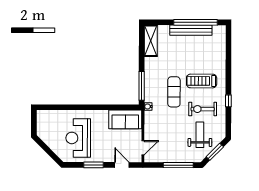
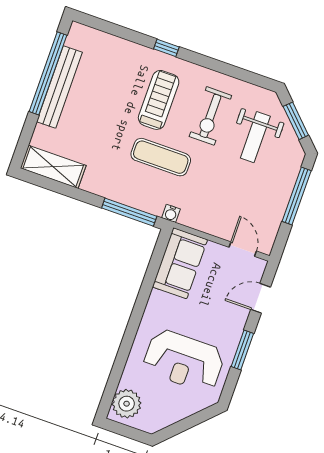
treadmill: (202, 81) -> (159, 100), turned 180
window: (228, 101) -> (166, 48), moved
plant: (47, 117) -> (127, 404), added
weight bench: (200, 135) -> (255, 137), turned -90

